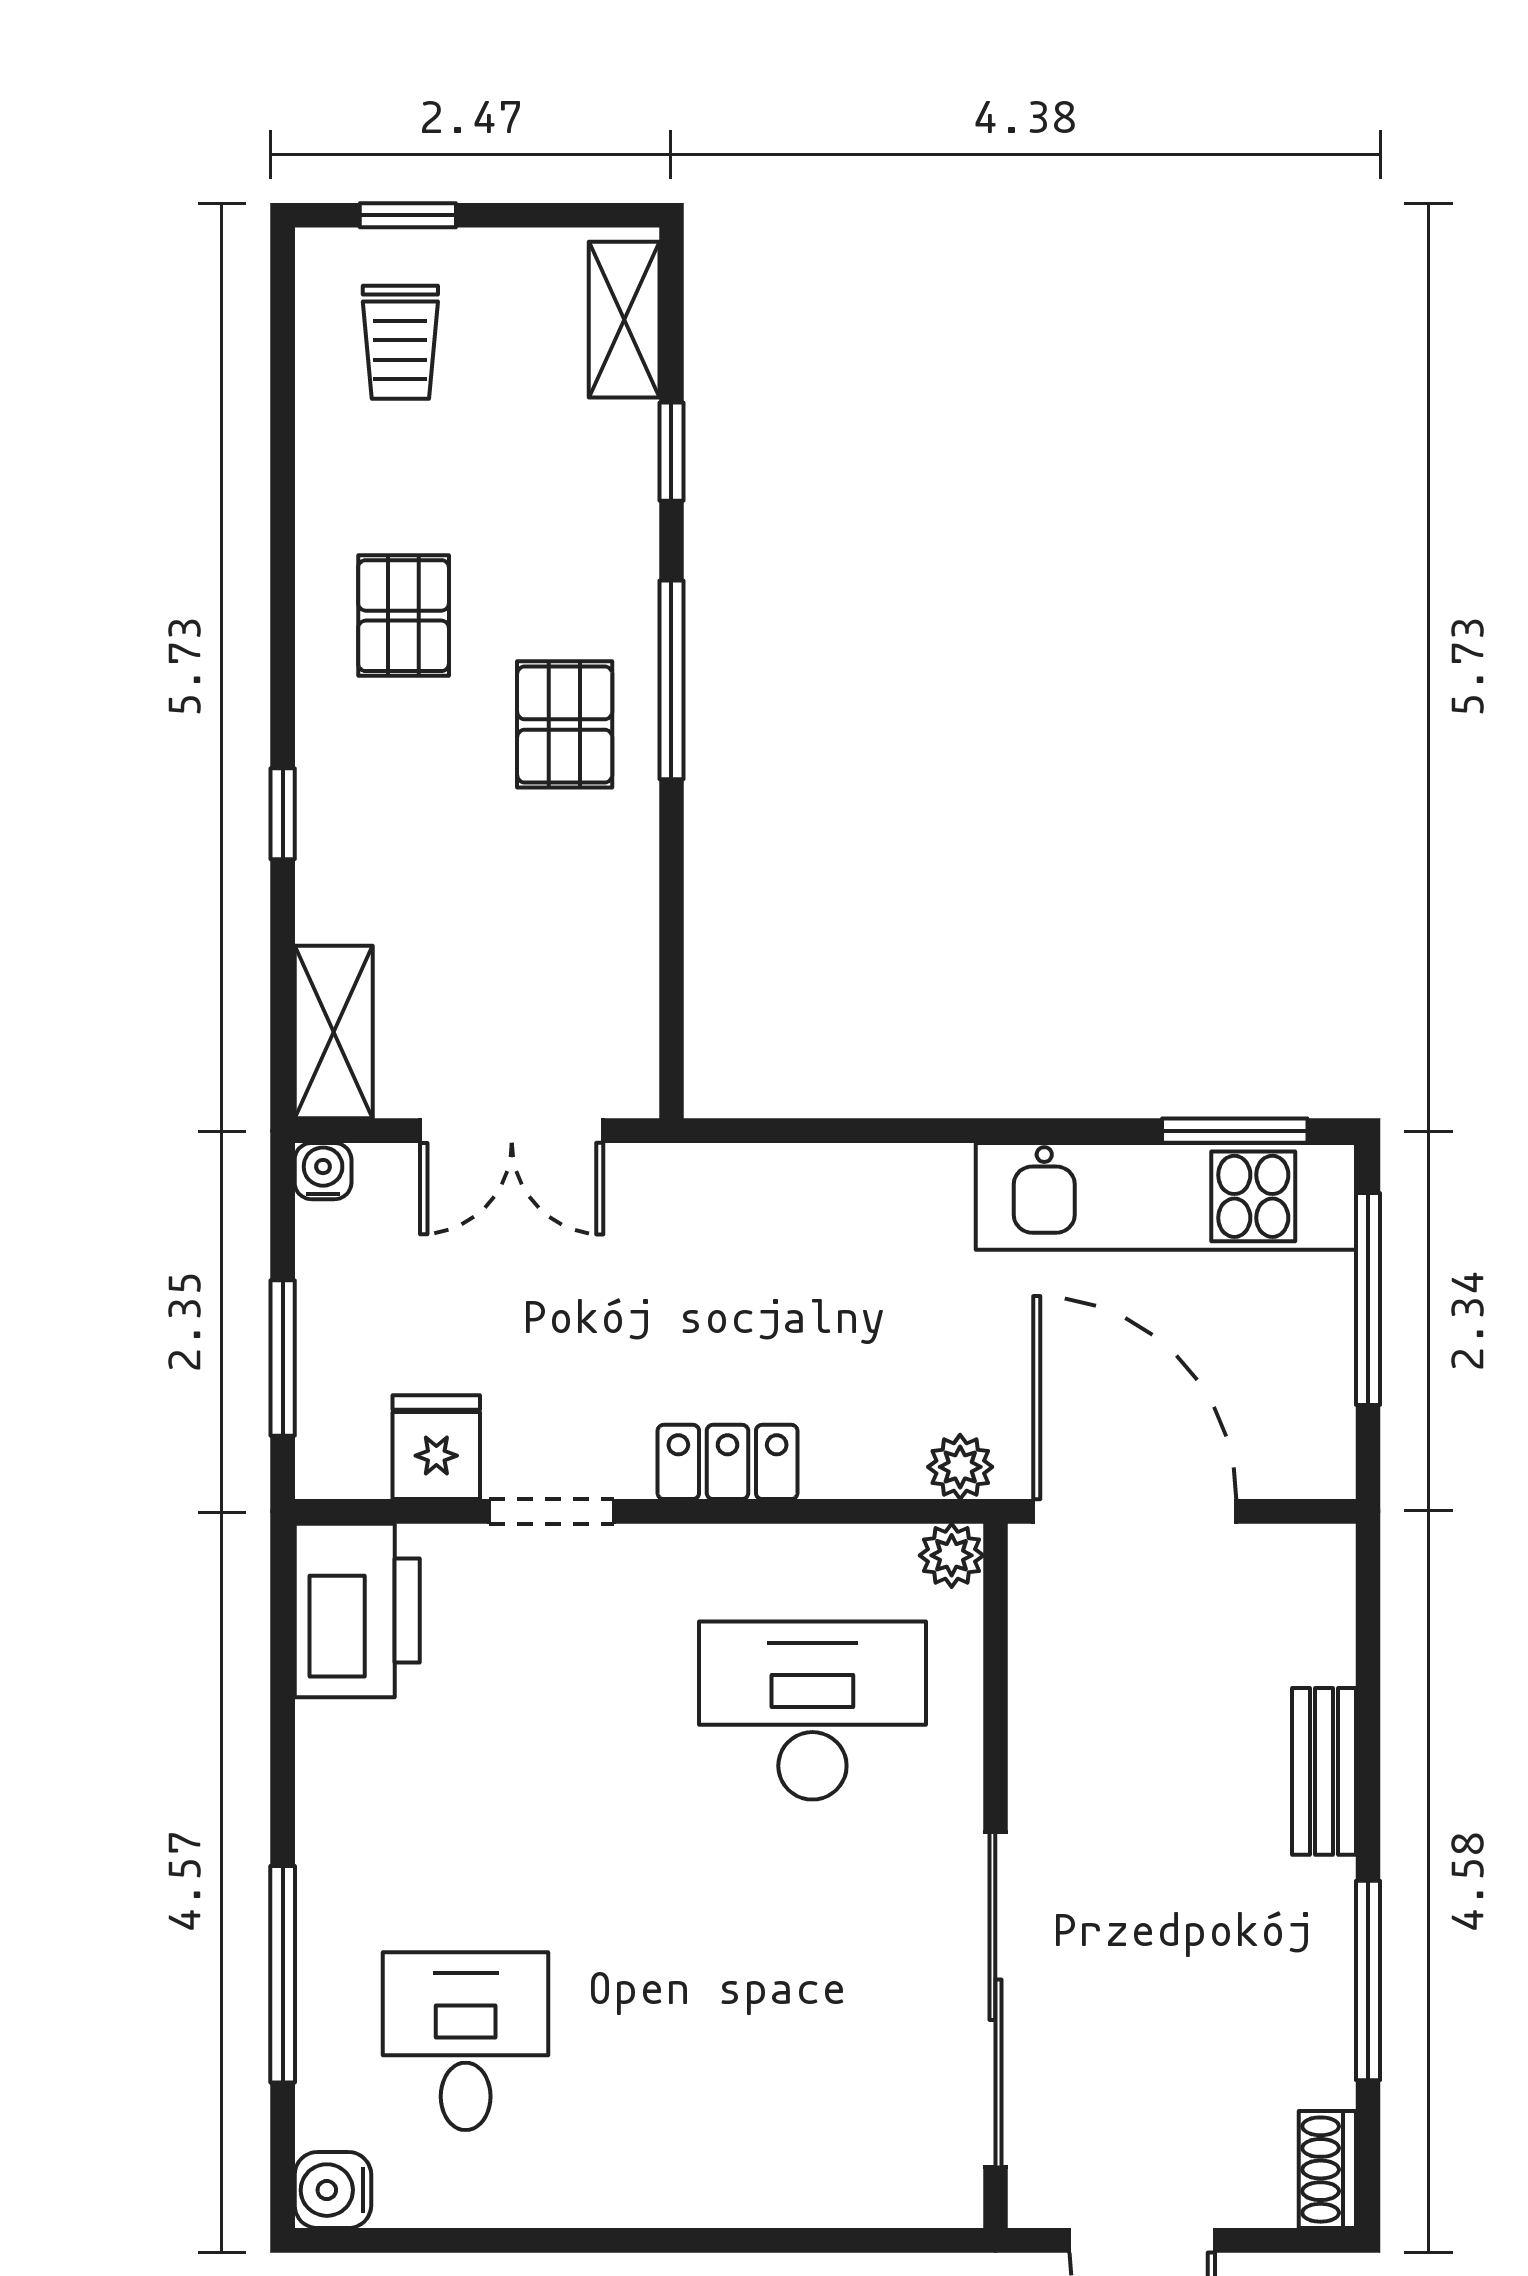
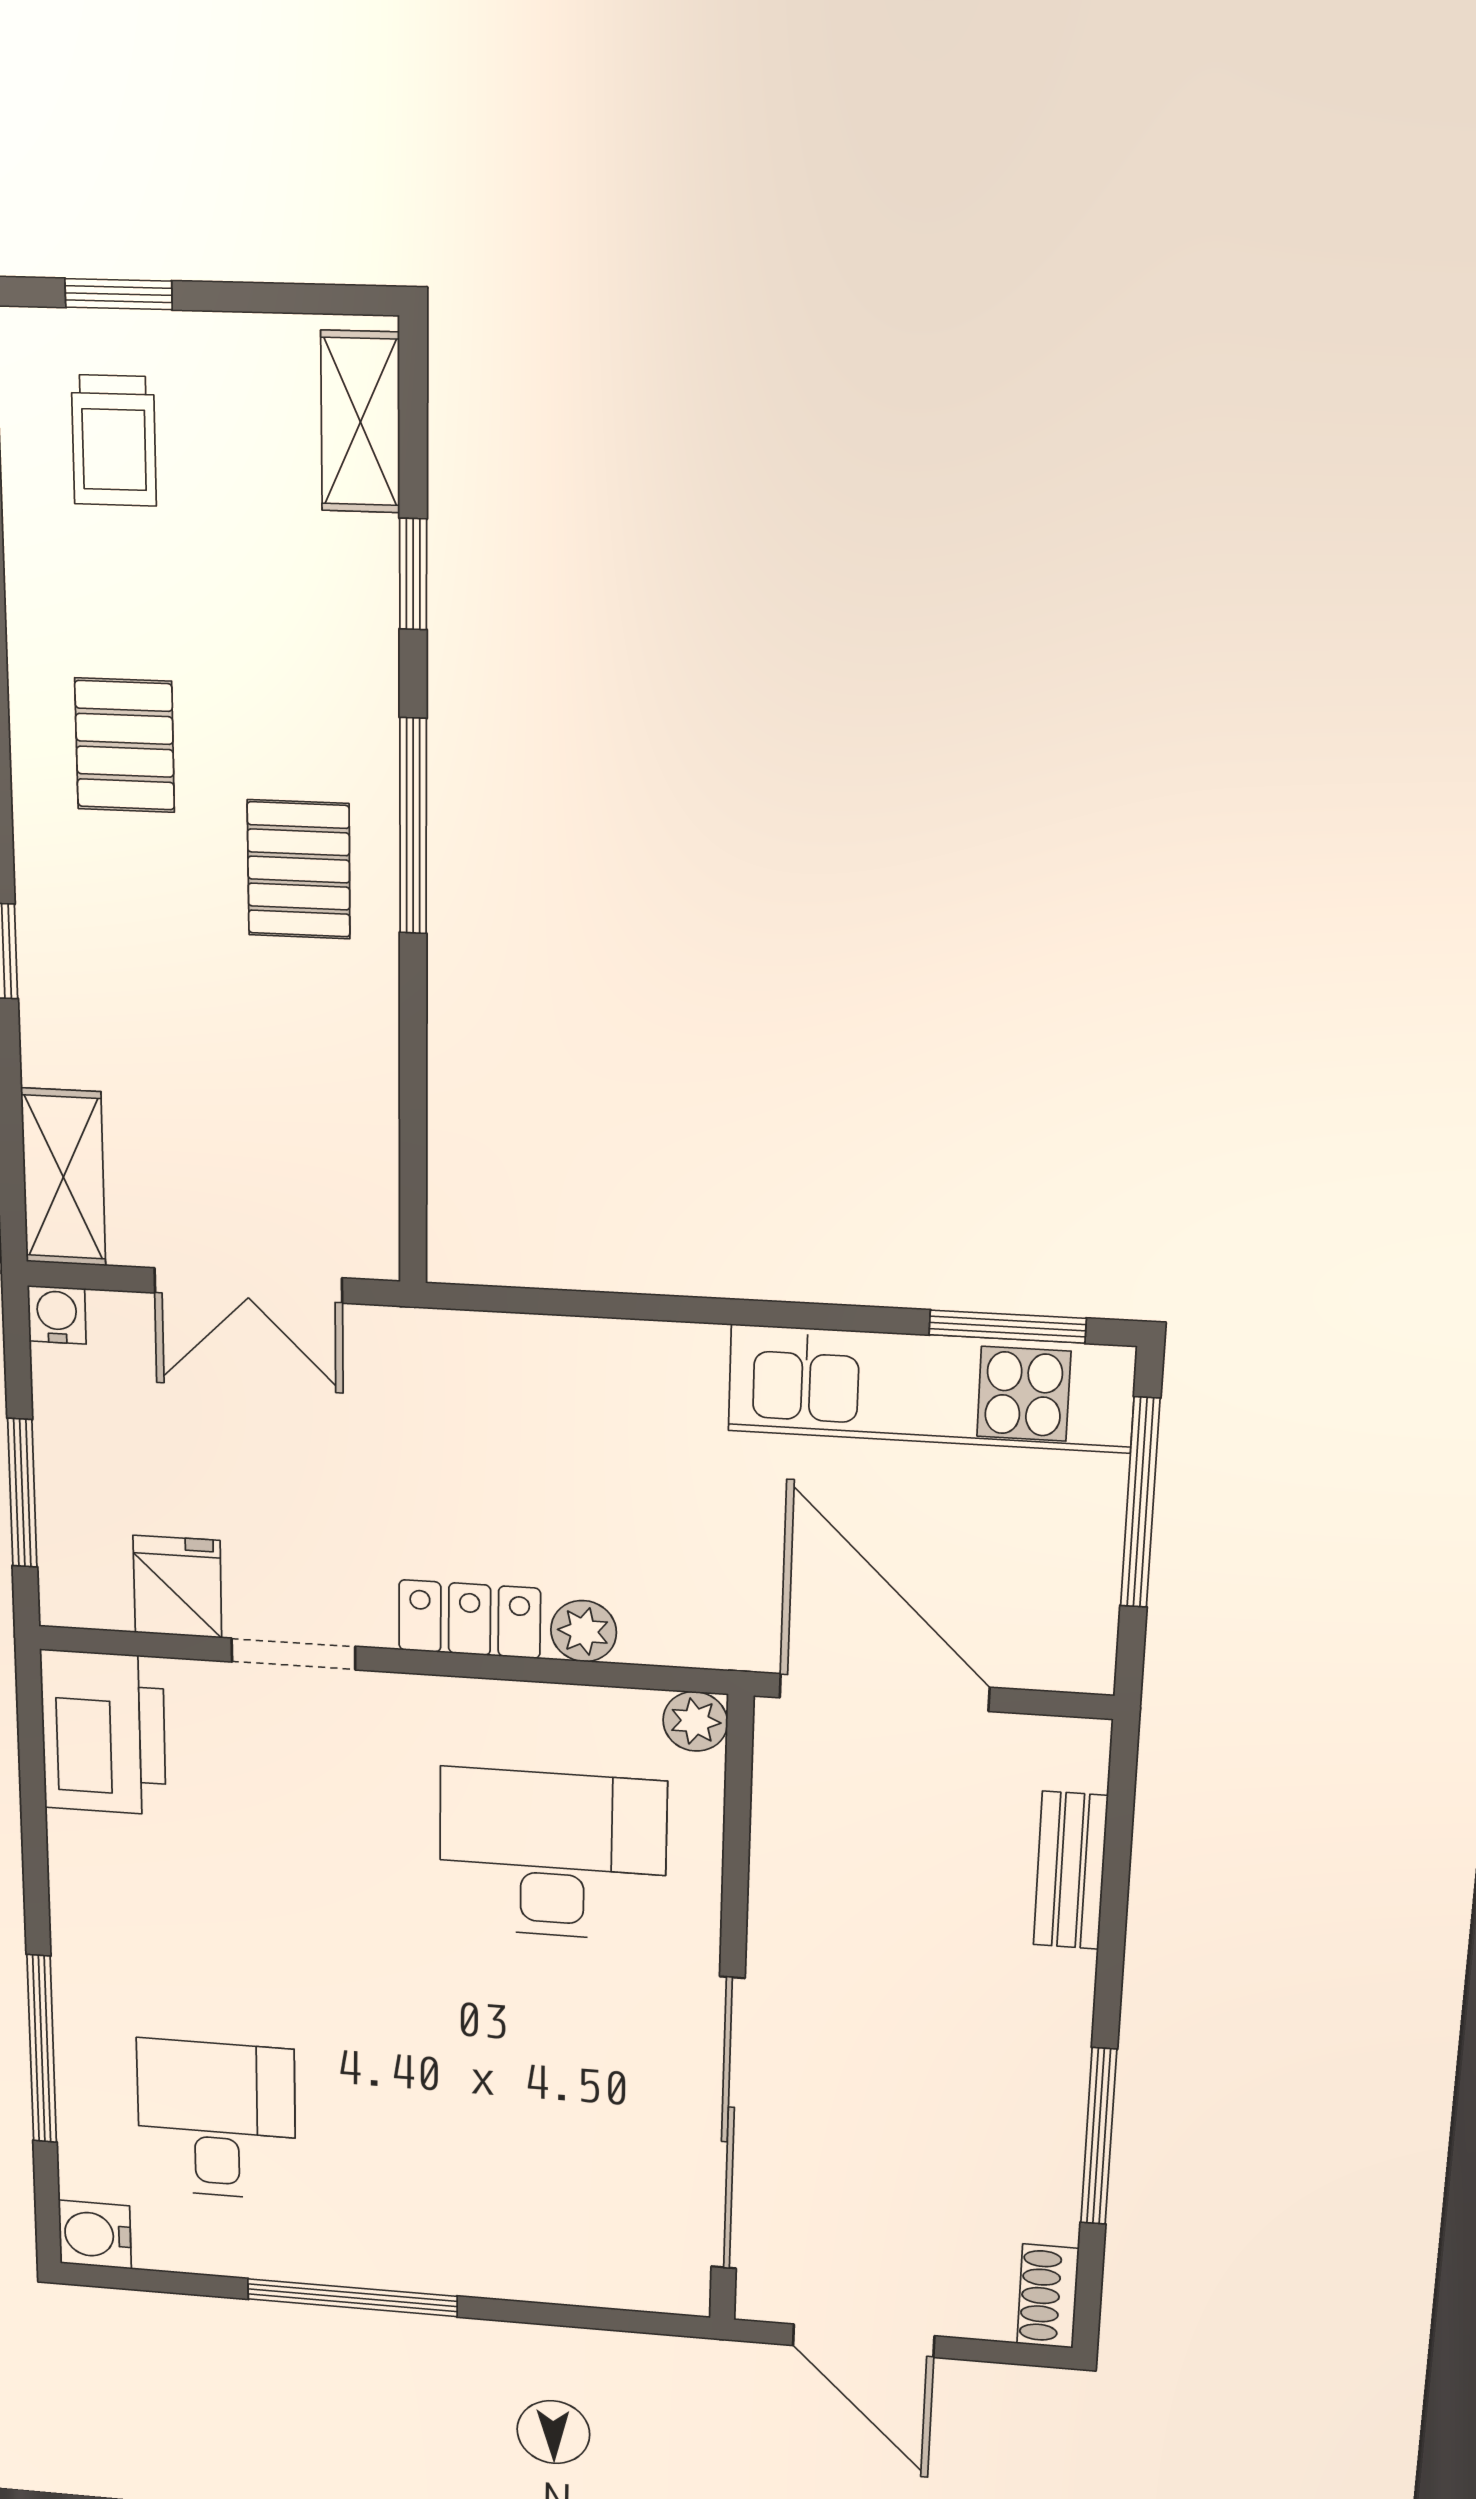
plant: (960, 1467) -> (584, 1631), moved
bench: (1324, 1771) -> (1071, 1870), moved
window: (607, 2240) -> (352, 2298), added

